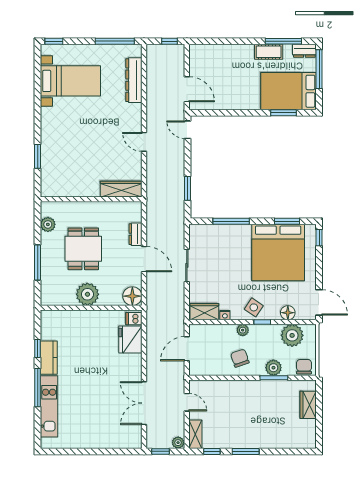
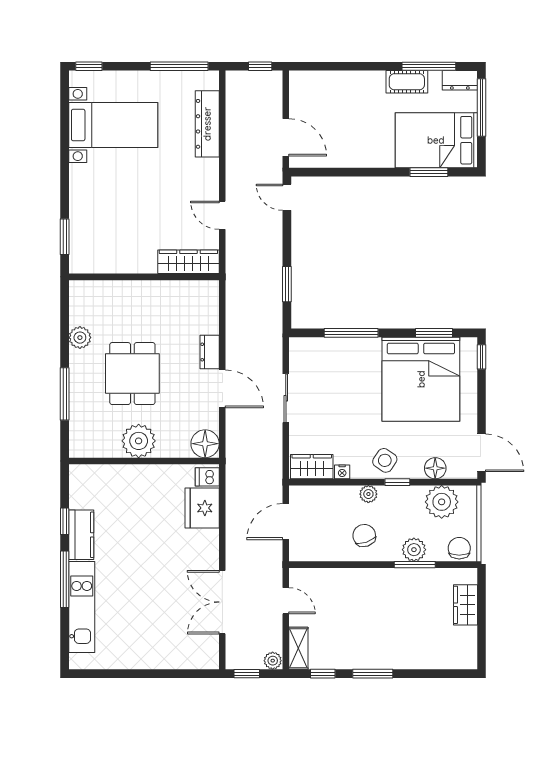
wardrobe: (121, 189) -> (188, 262), moved
wall: (91, 199) -> (144, 277), moved

